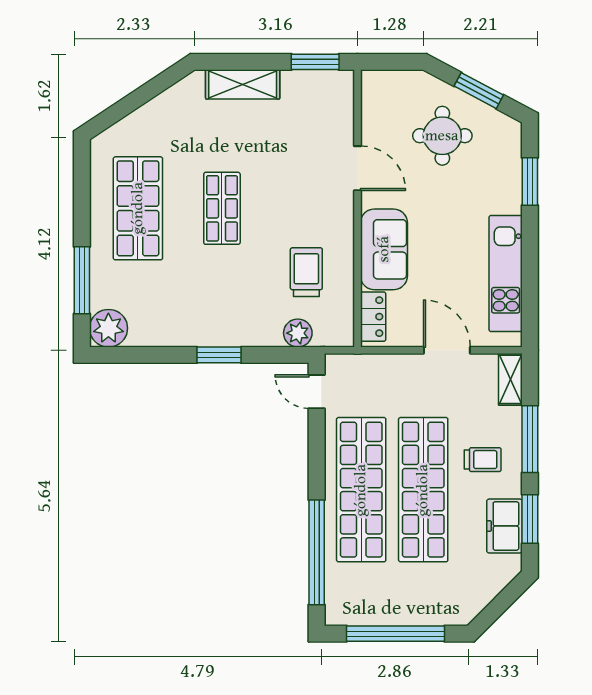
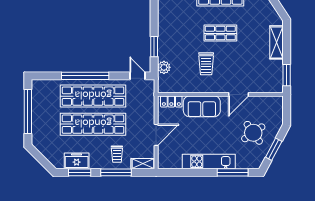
round table: (442, 136) -> (253, 133), turned -35
window: (530, 181) -> (233, 172), width x1.44
trolley: (306, 272) -> (206, 64), moved, turned 90
kitchen unit: (506, 273) -> (209, 161), moved
window: (219, 355) -> (154, 47), moved
door: (317, 392) -> (137, 76), hinge flipped
trolley: (483, 460) -> (117, 154), moved
window: (317, 552) -> (85, 76), moved

